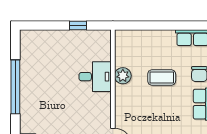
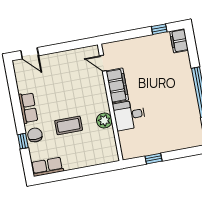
filing cabinet: (102, 110) -> (117, 85), added

